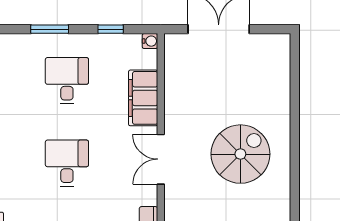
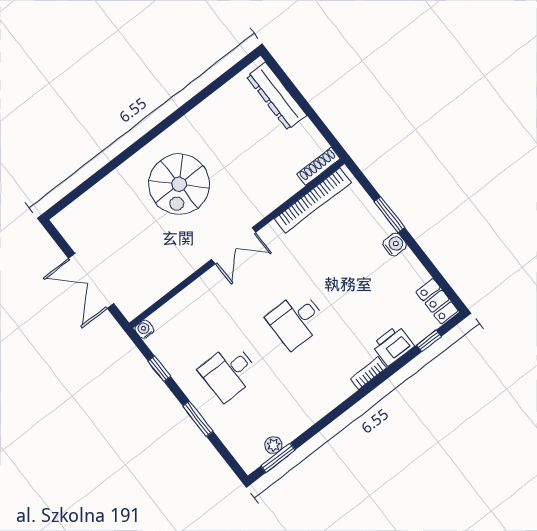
filing cabinet: (143, 98) -> (195, 299), removed
spiral stairs: (240, 154) -> (179, 184), turned -90

